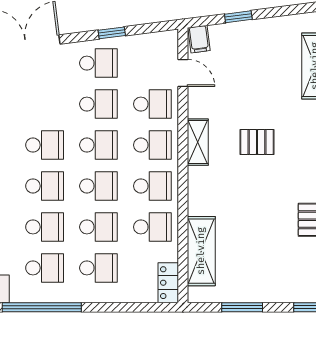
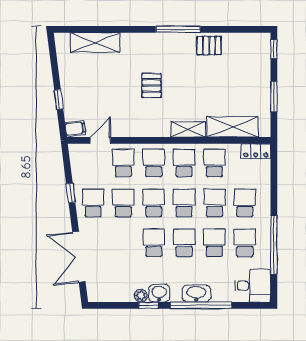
shelving: (198, 142) -> (188, 129), moved

